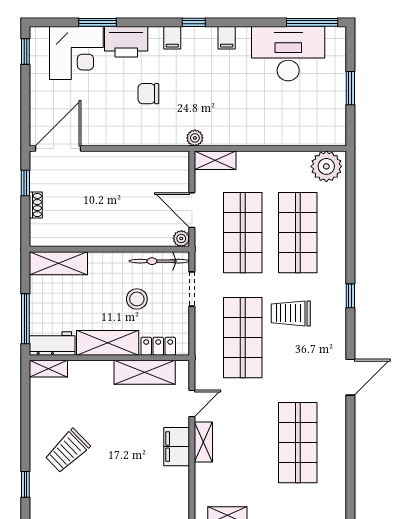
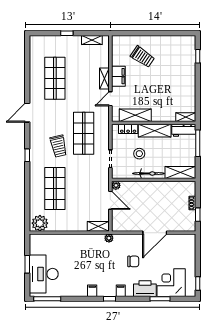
desk: (288, 54) -> (44, 274), moved, turned 90
door: (58, 149) -> (155, 233), moved
shop shelf: (243, 233) -> (84, 188), removed
bicycle: (159, 261) -> (149, 174), moved
trolley: (291, 313) -> (59, 146), turned 77
trolley: (67, 451) -> (142, 57), moved, turned 78

